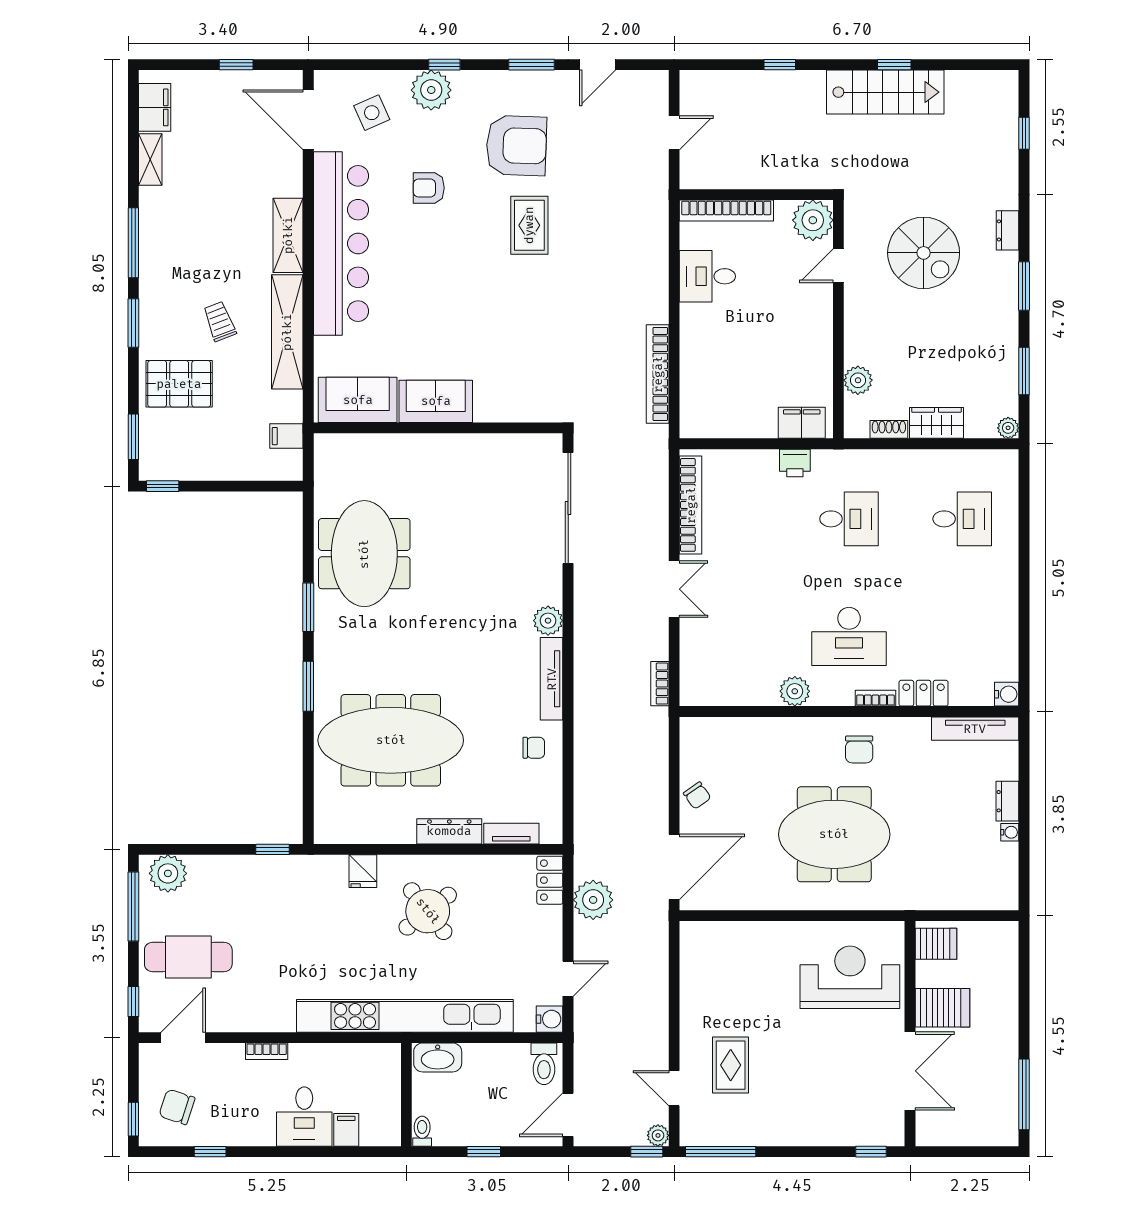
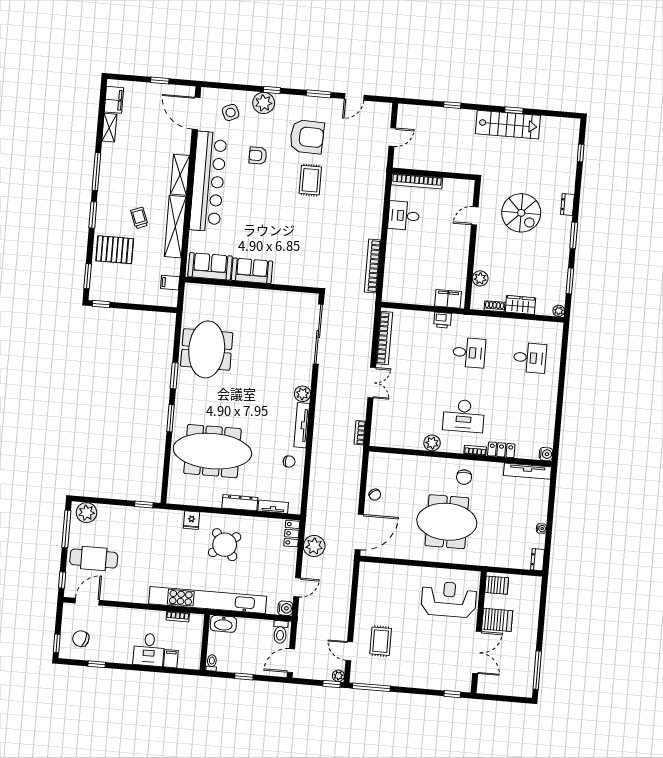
plant: (813, 220) -> (463, 190), removed
dresser: (1007, 801) -> (538, 560), moved
bookcase: (267, 1051) -> (178, 617), moved

